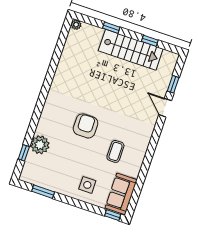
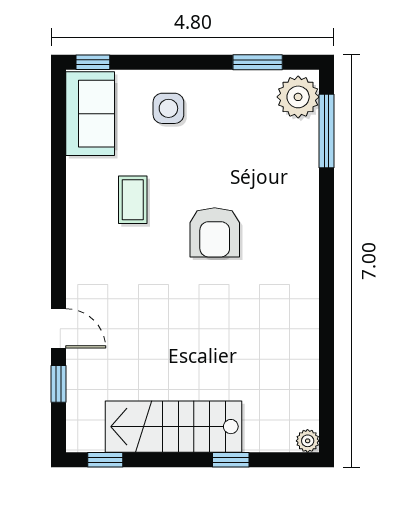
window: (150, 41) -> (105, 460), moved
plant: (40, 145) -> (298, 97), moved
window: (24, 153) -> (327, 131), width x2.17

